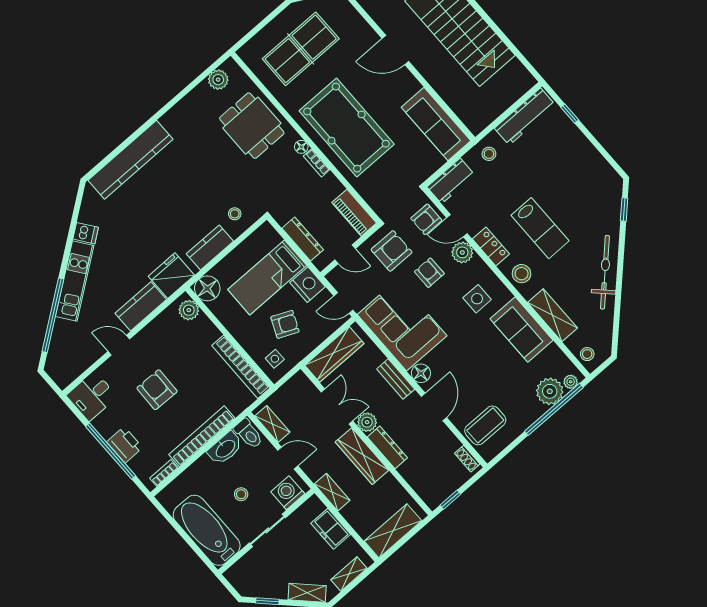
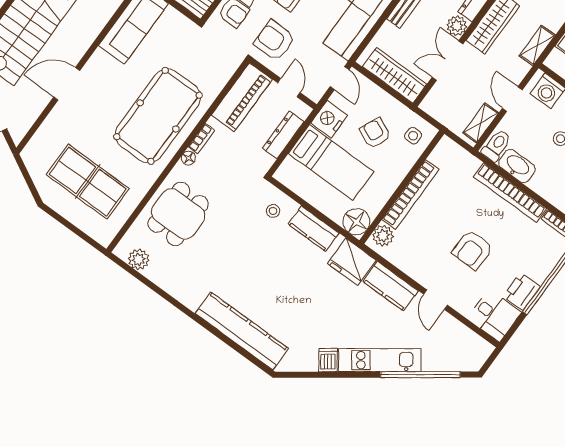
door: (395, 50) -> (67, 84), swing flipped
piano: (354, 213) -> (242, 97), width x1.37, depth x1.33
bookcase: (241, 367) -> (410, 195), moved
printer: (125, 445) -> (522, 291), moved

